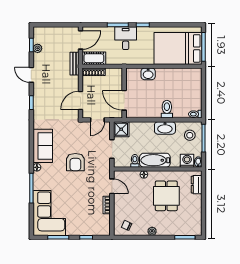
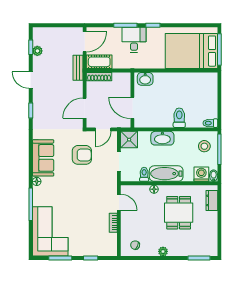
washbasin: (148, 74) -> (145, 79), moved
washbasin: (165, 128) -> (162, 138), moved
armchair: (75, 162) -> (82, 155), moved, turned -90

